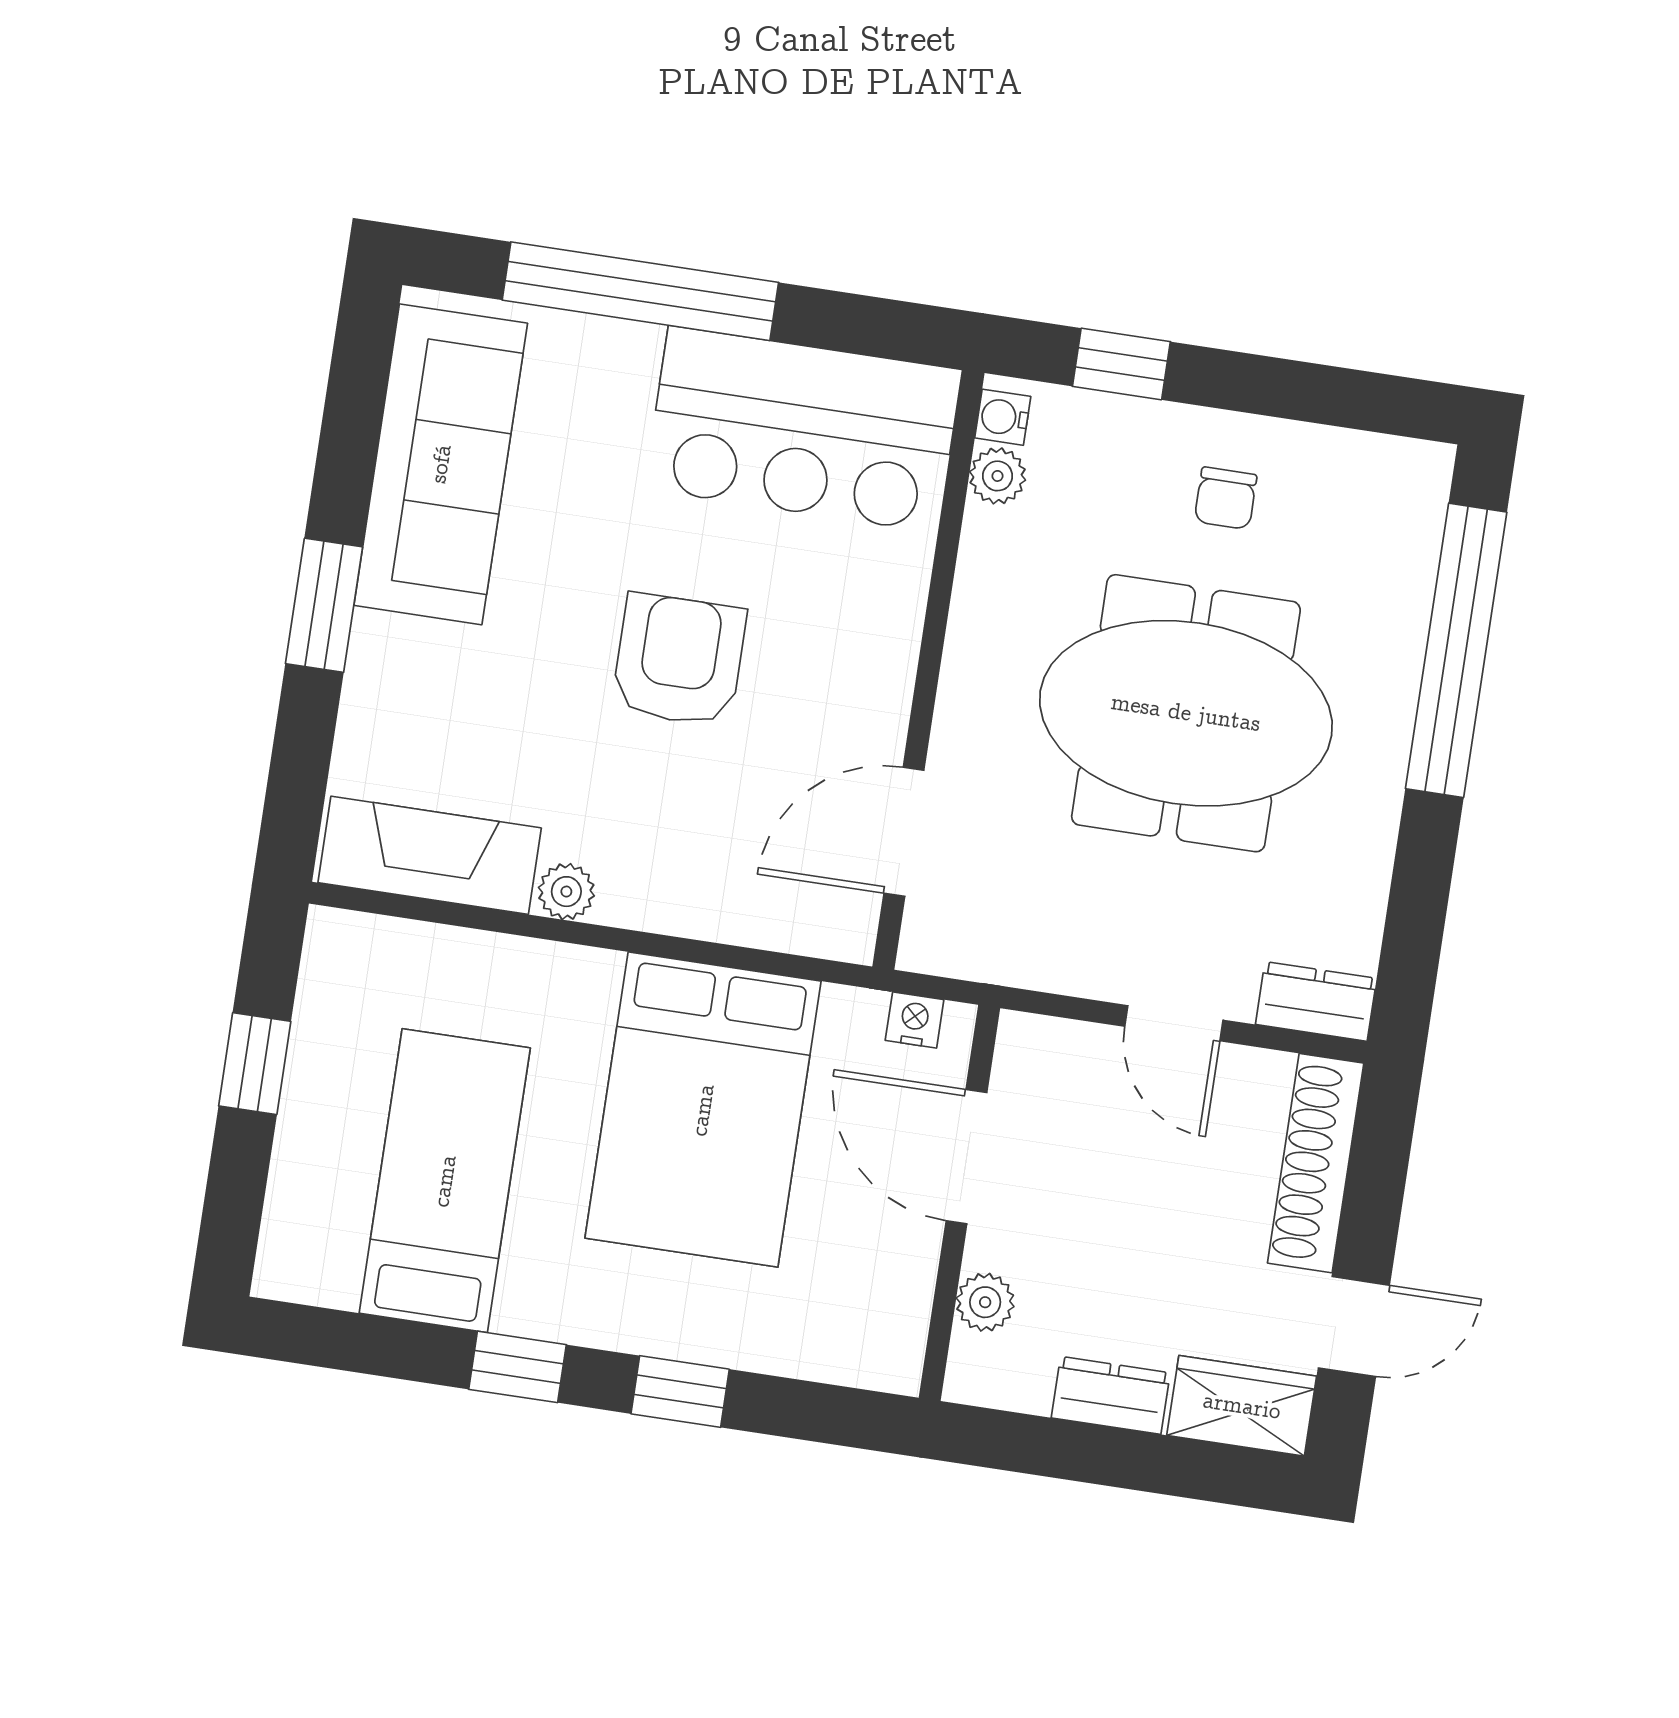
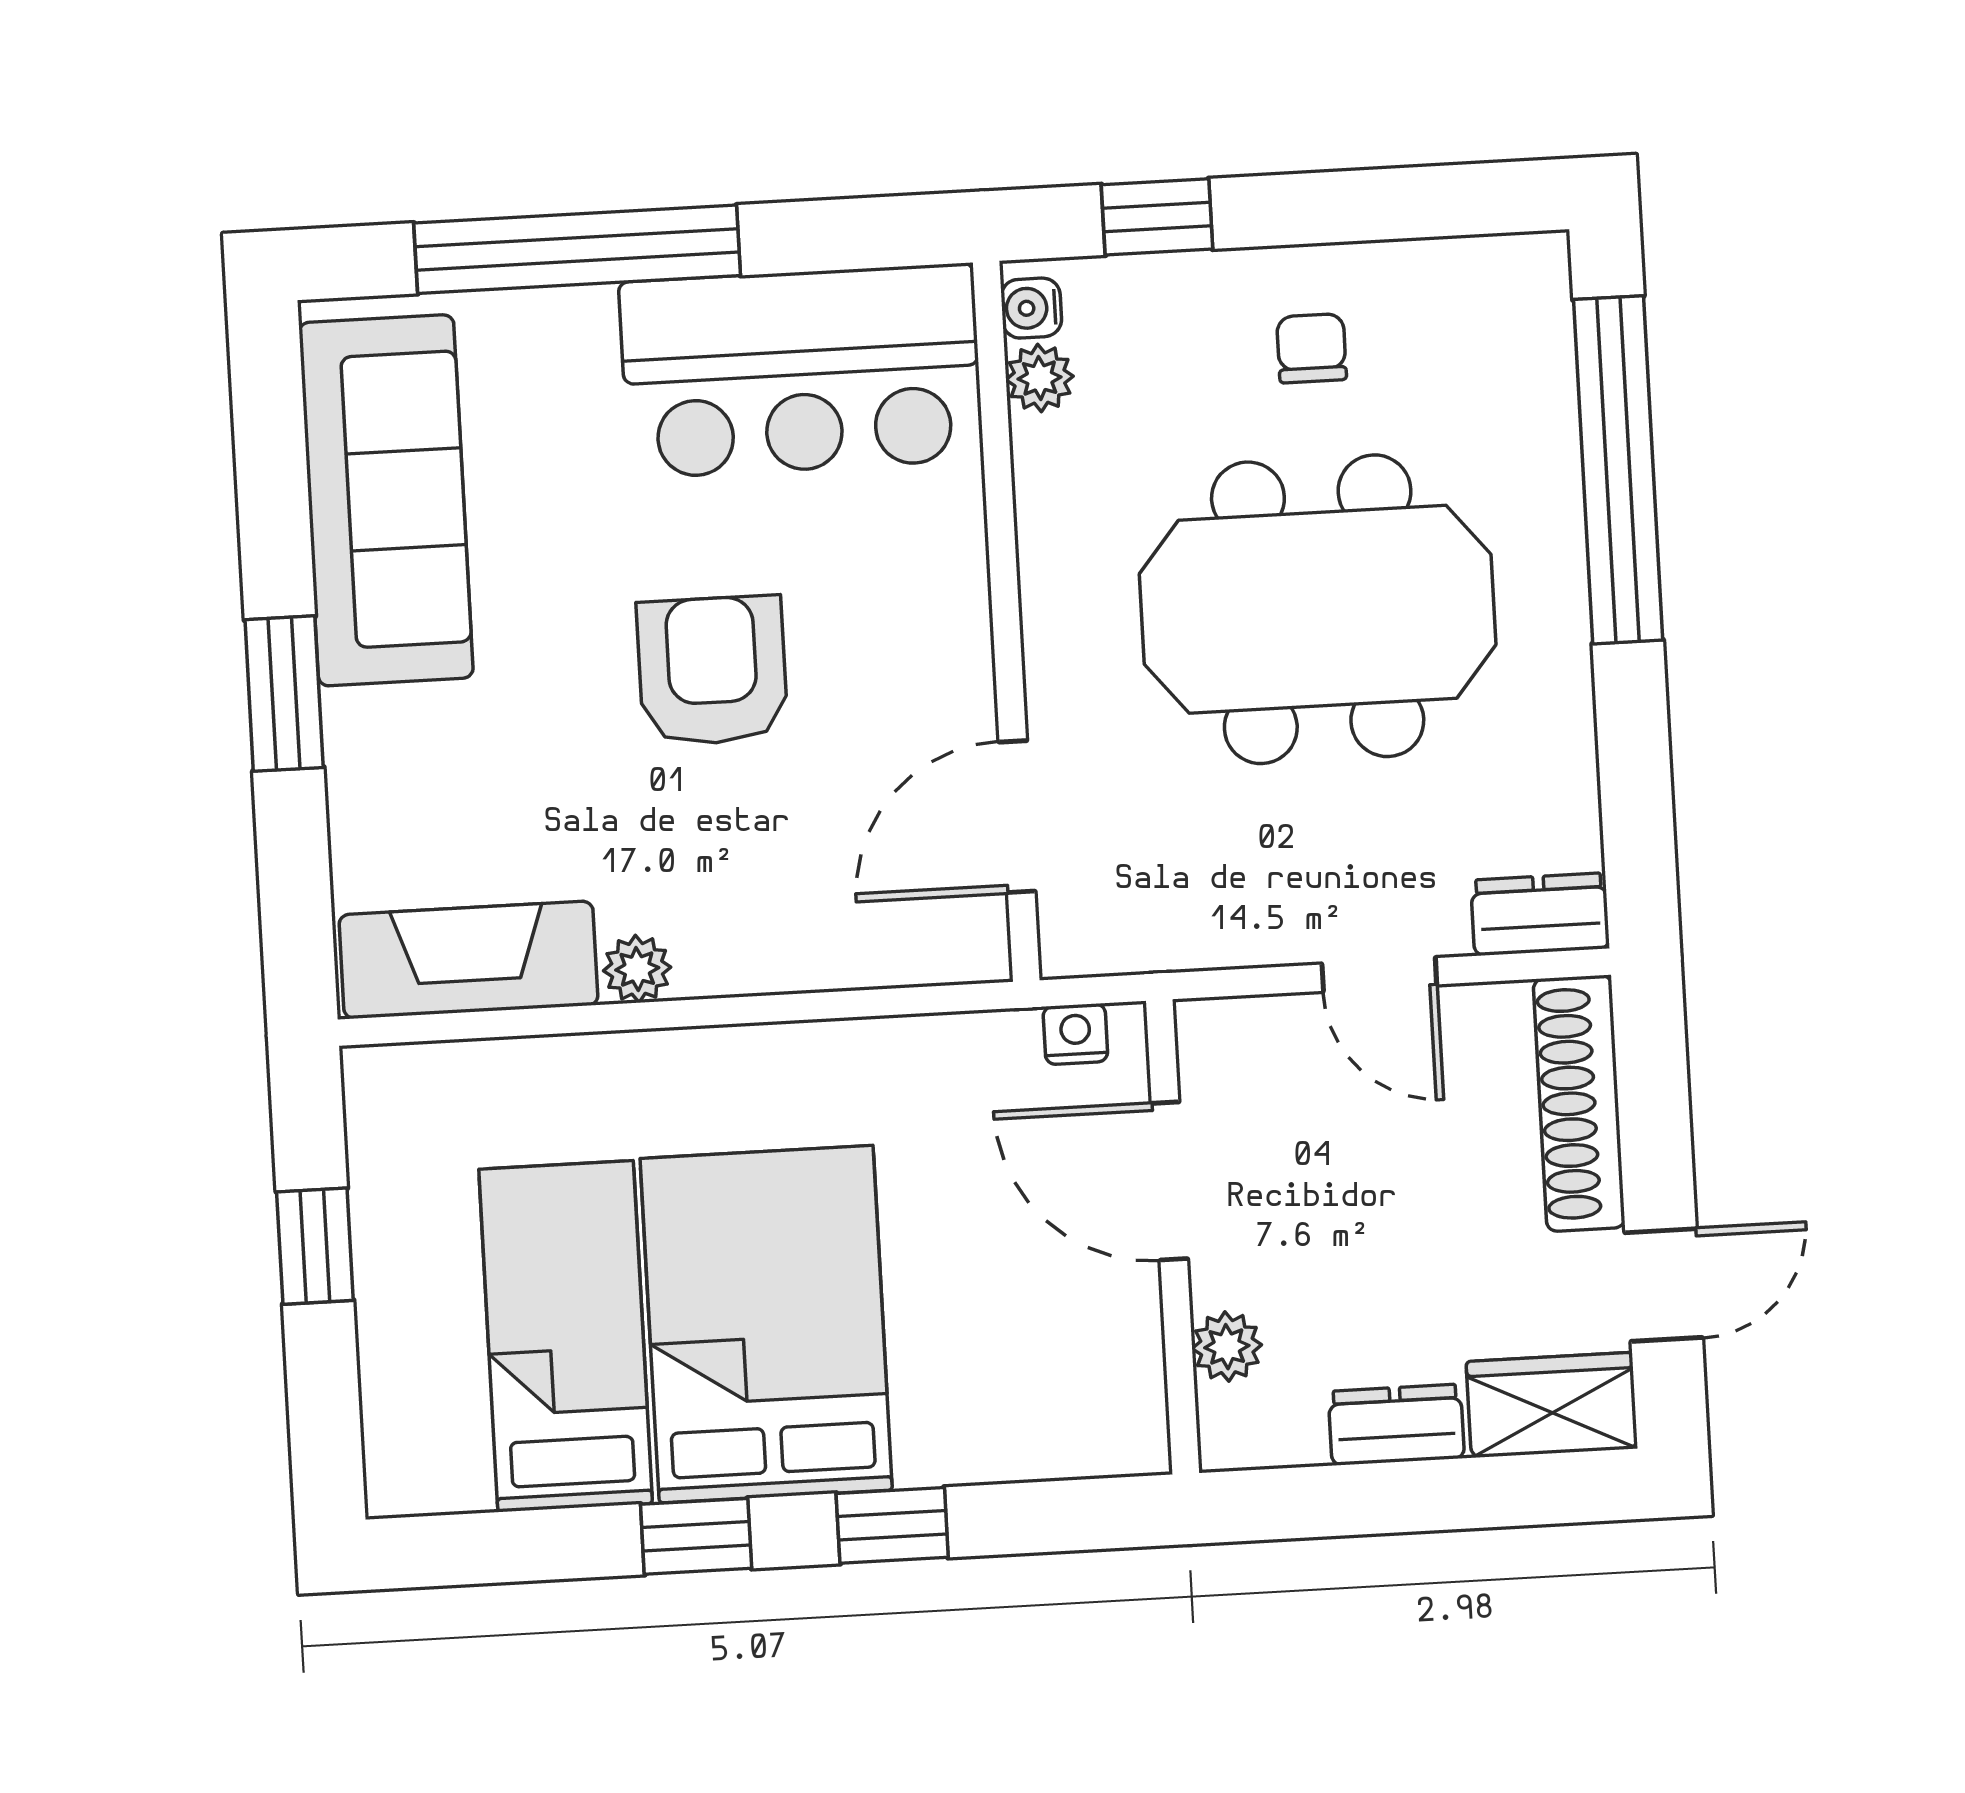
chair: (1226, 498) -> (1312, 348), turned 180
bed: (703, 1110) -> (766, 1324), moved, turned 180

